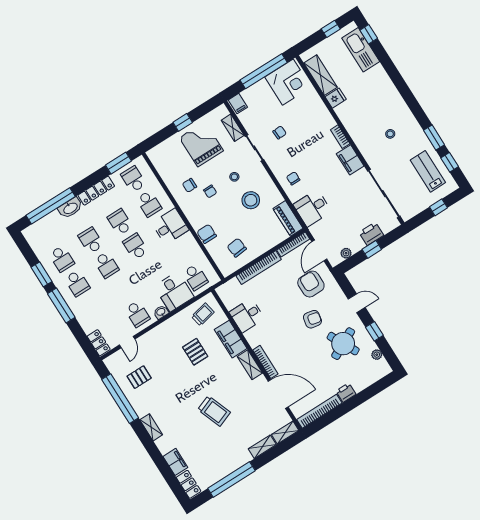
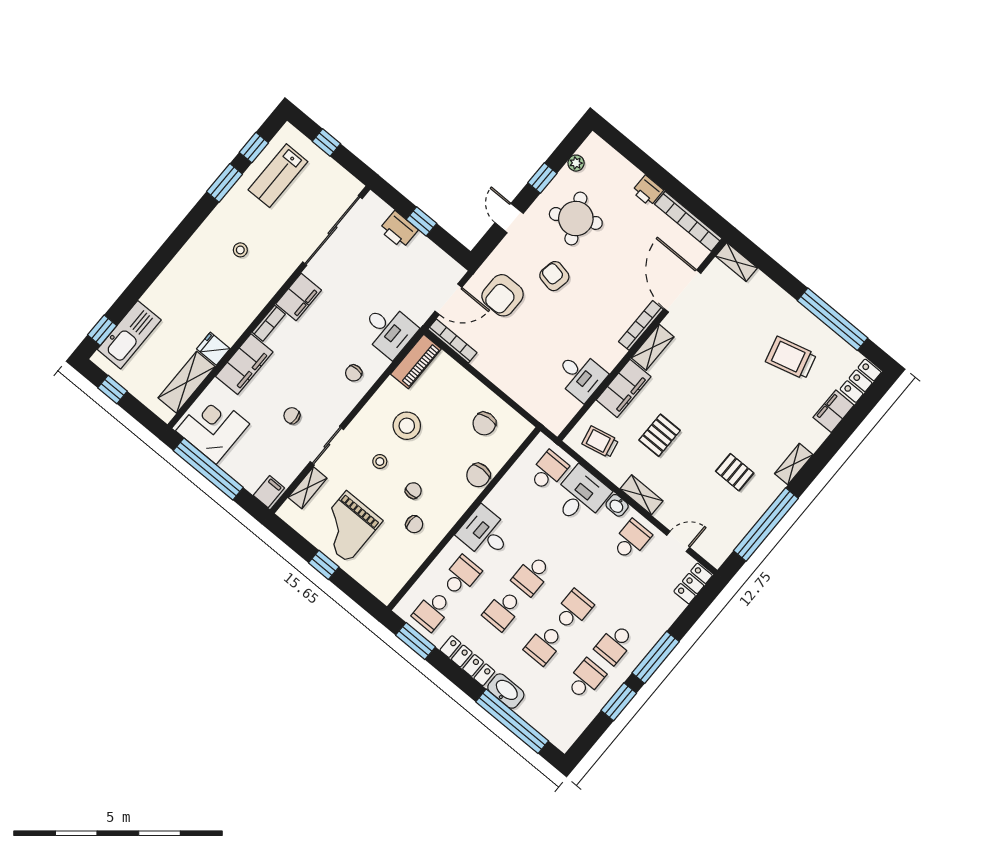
filing cabinet: (320, 114) -> (244, 364), added
plant: (346, 253) -> (440, 258), removed
bookcase: (259, 268) -> (503, 381), removed
school desk: (77, 283) -> (615, 644), turned 180
pallet: (139, 377) -> (735, 472), moved
trolley: (214, 411) -> (791, 358), moved, turned -84
shelving: (262, 447) -> (641, 495), moved

